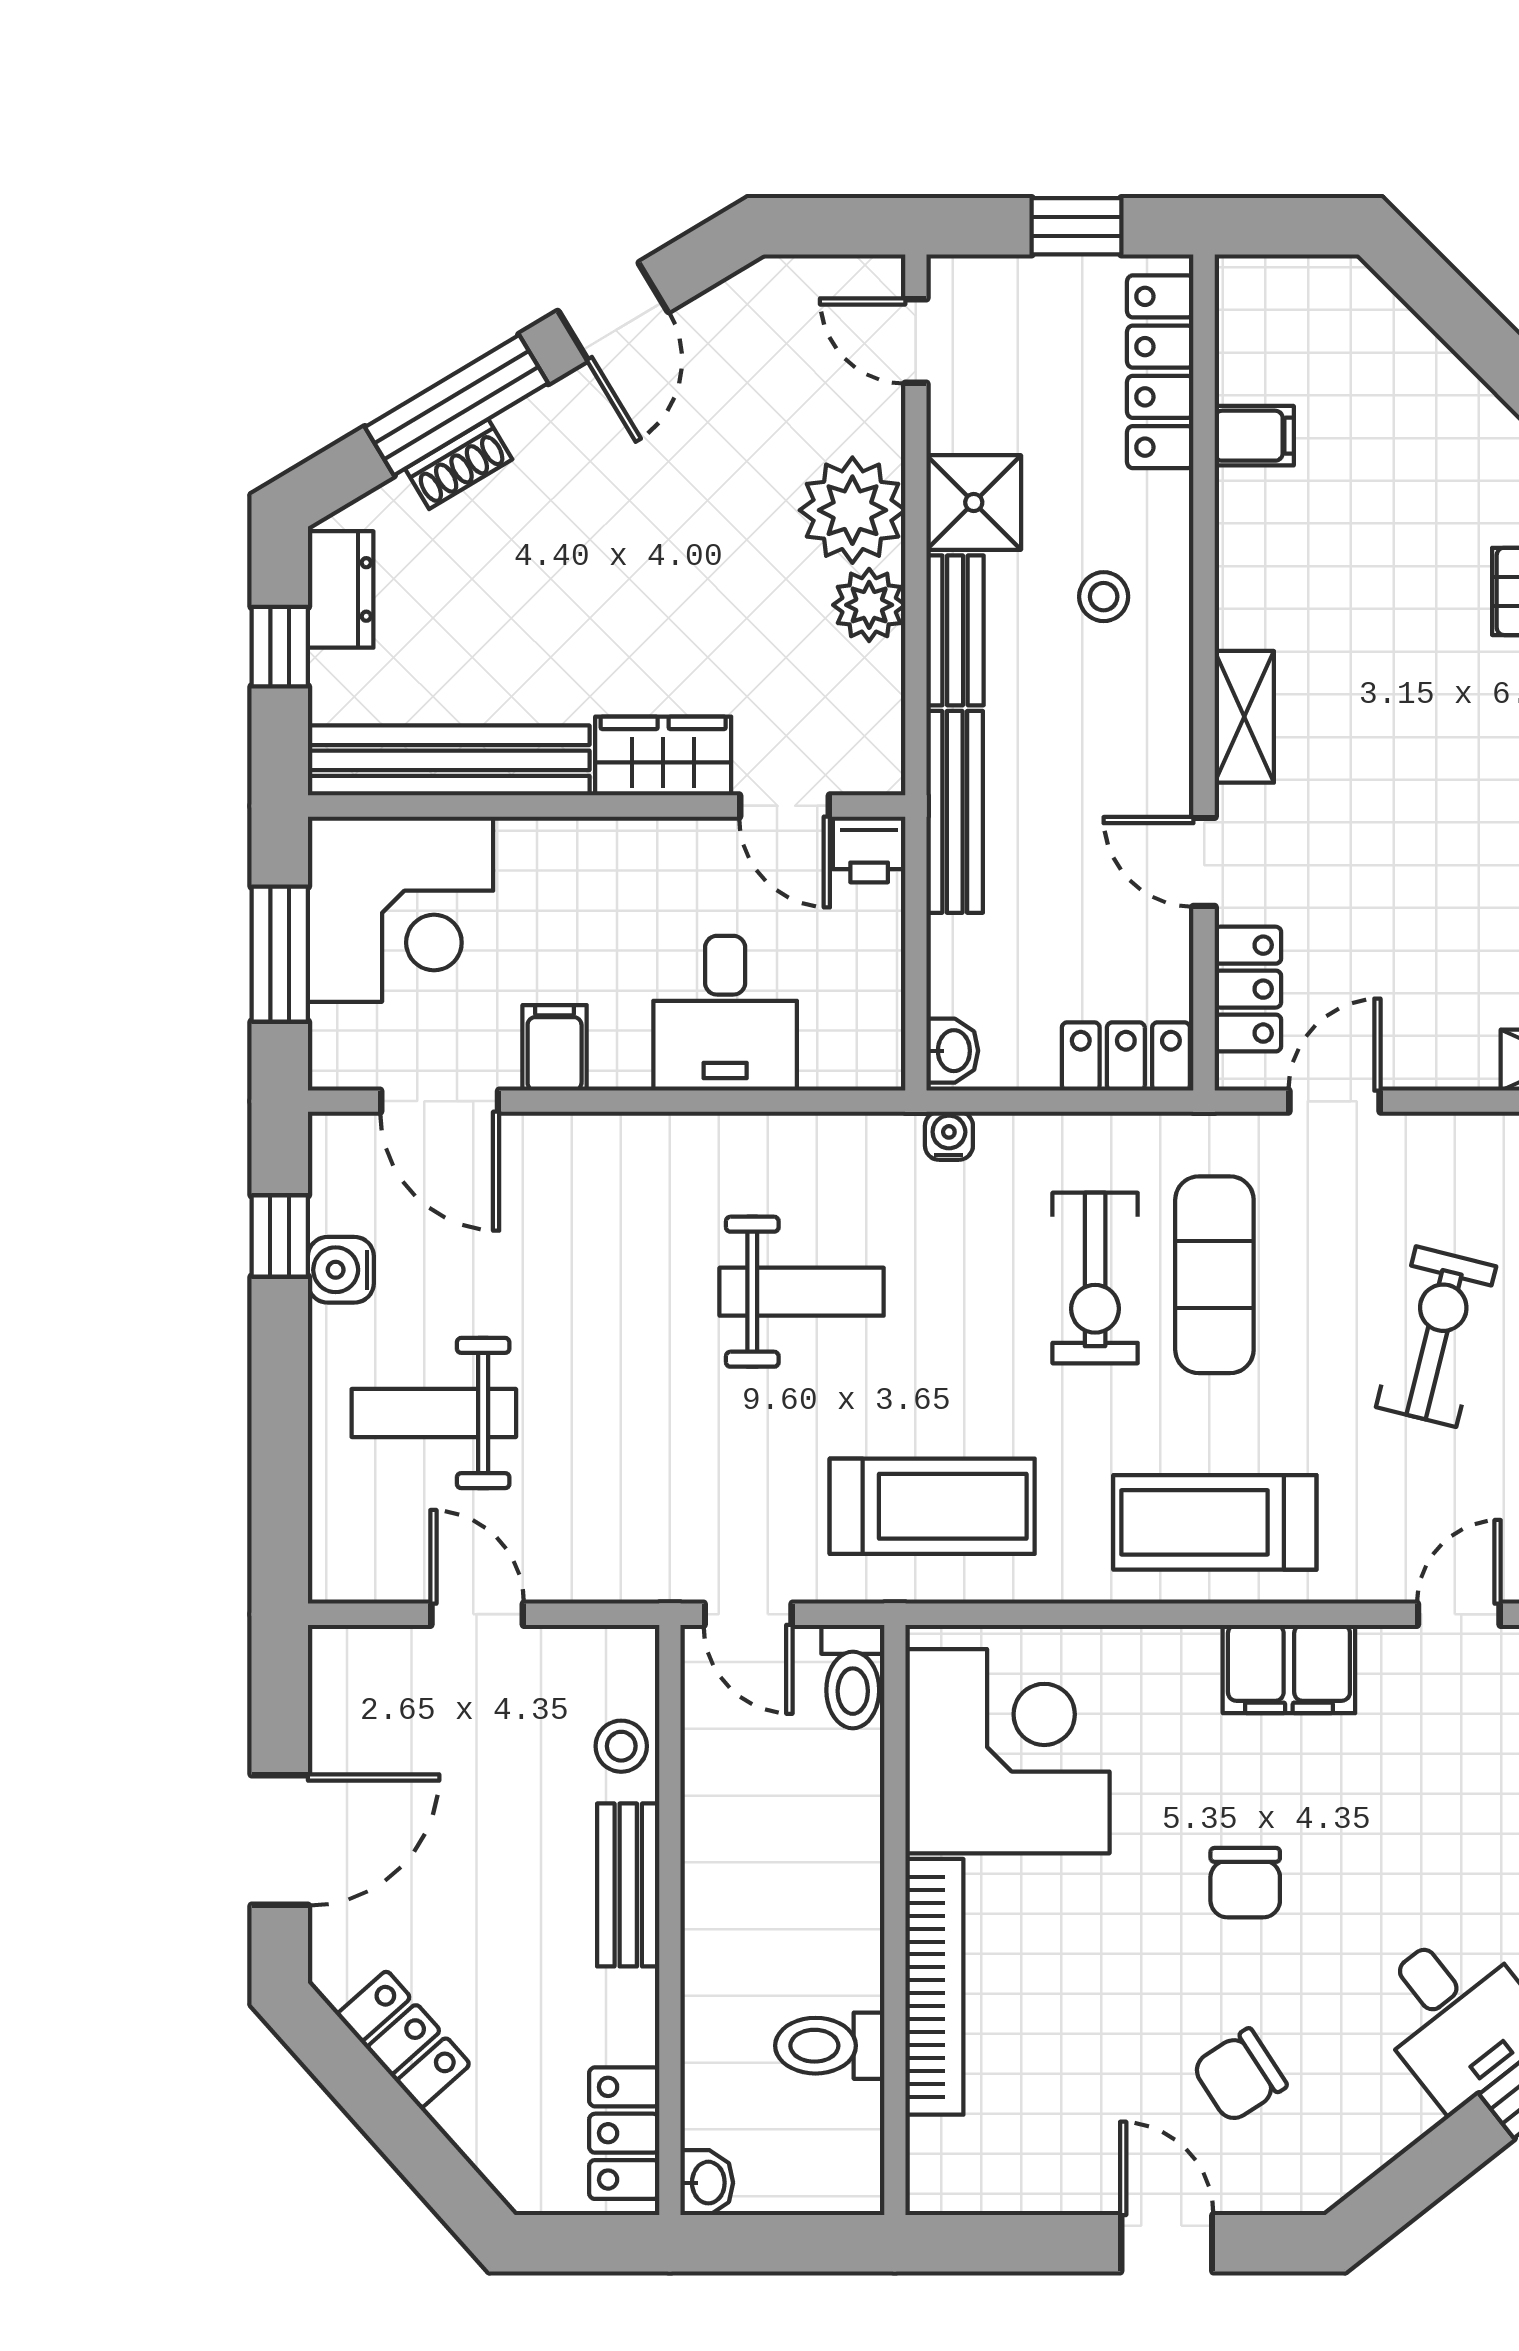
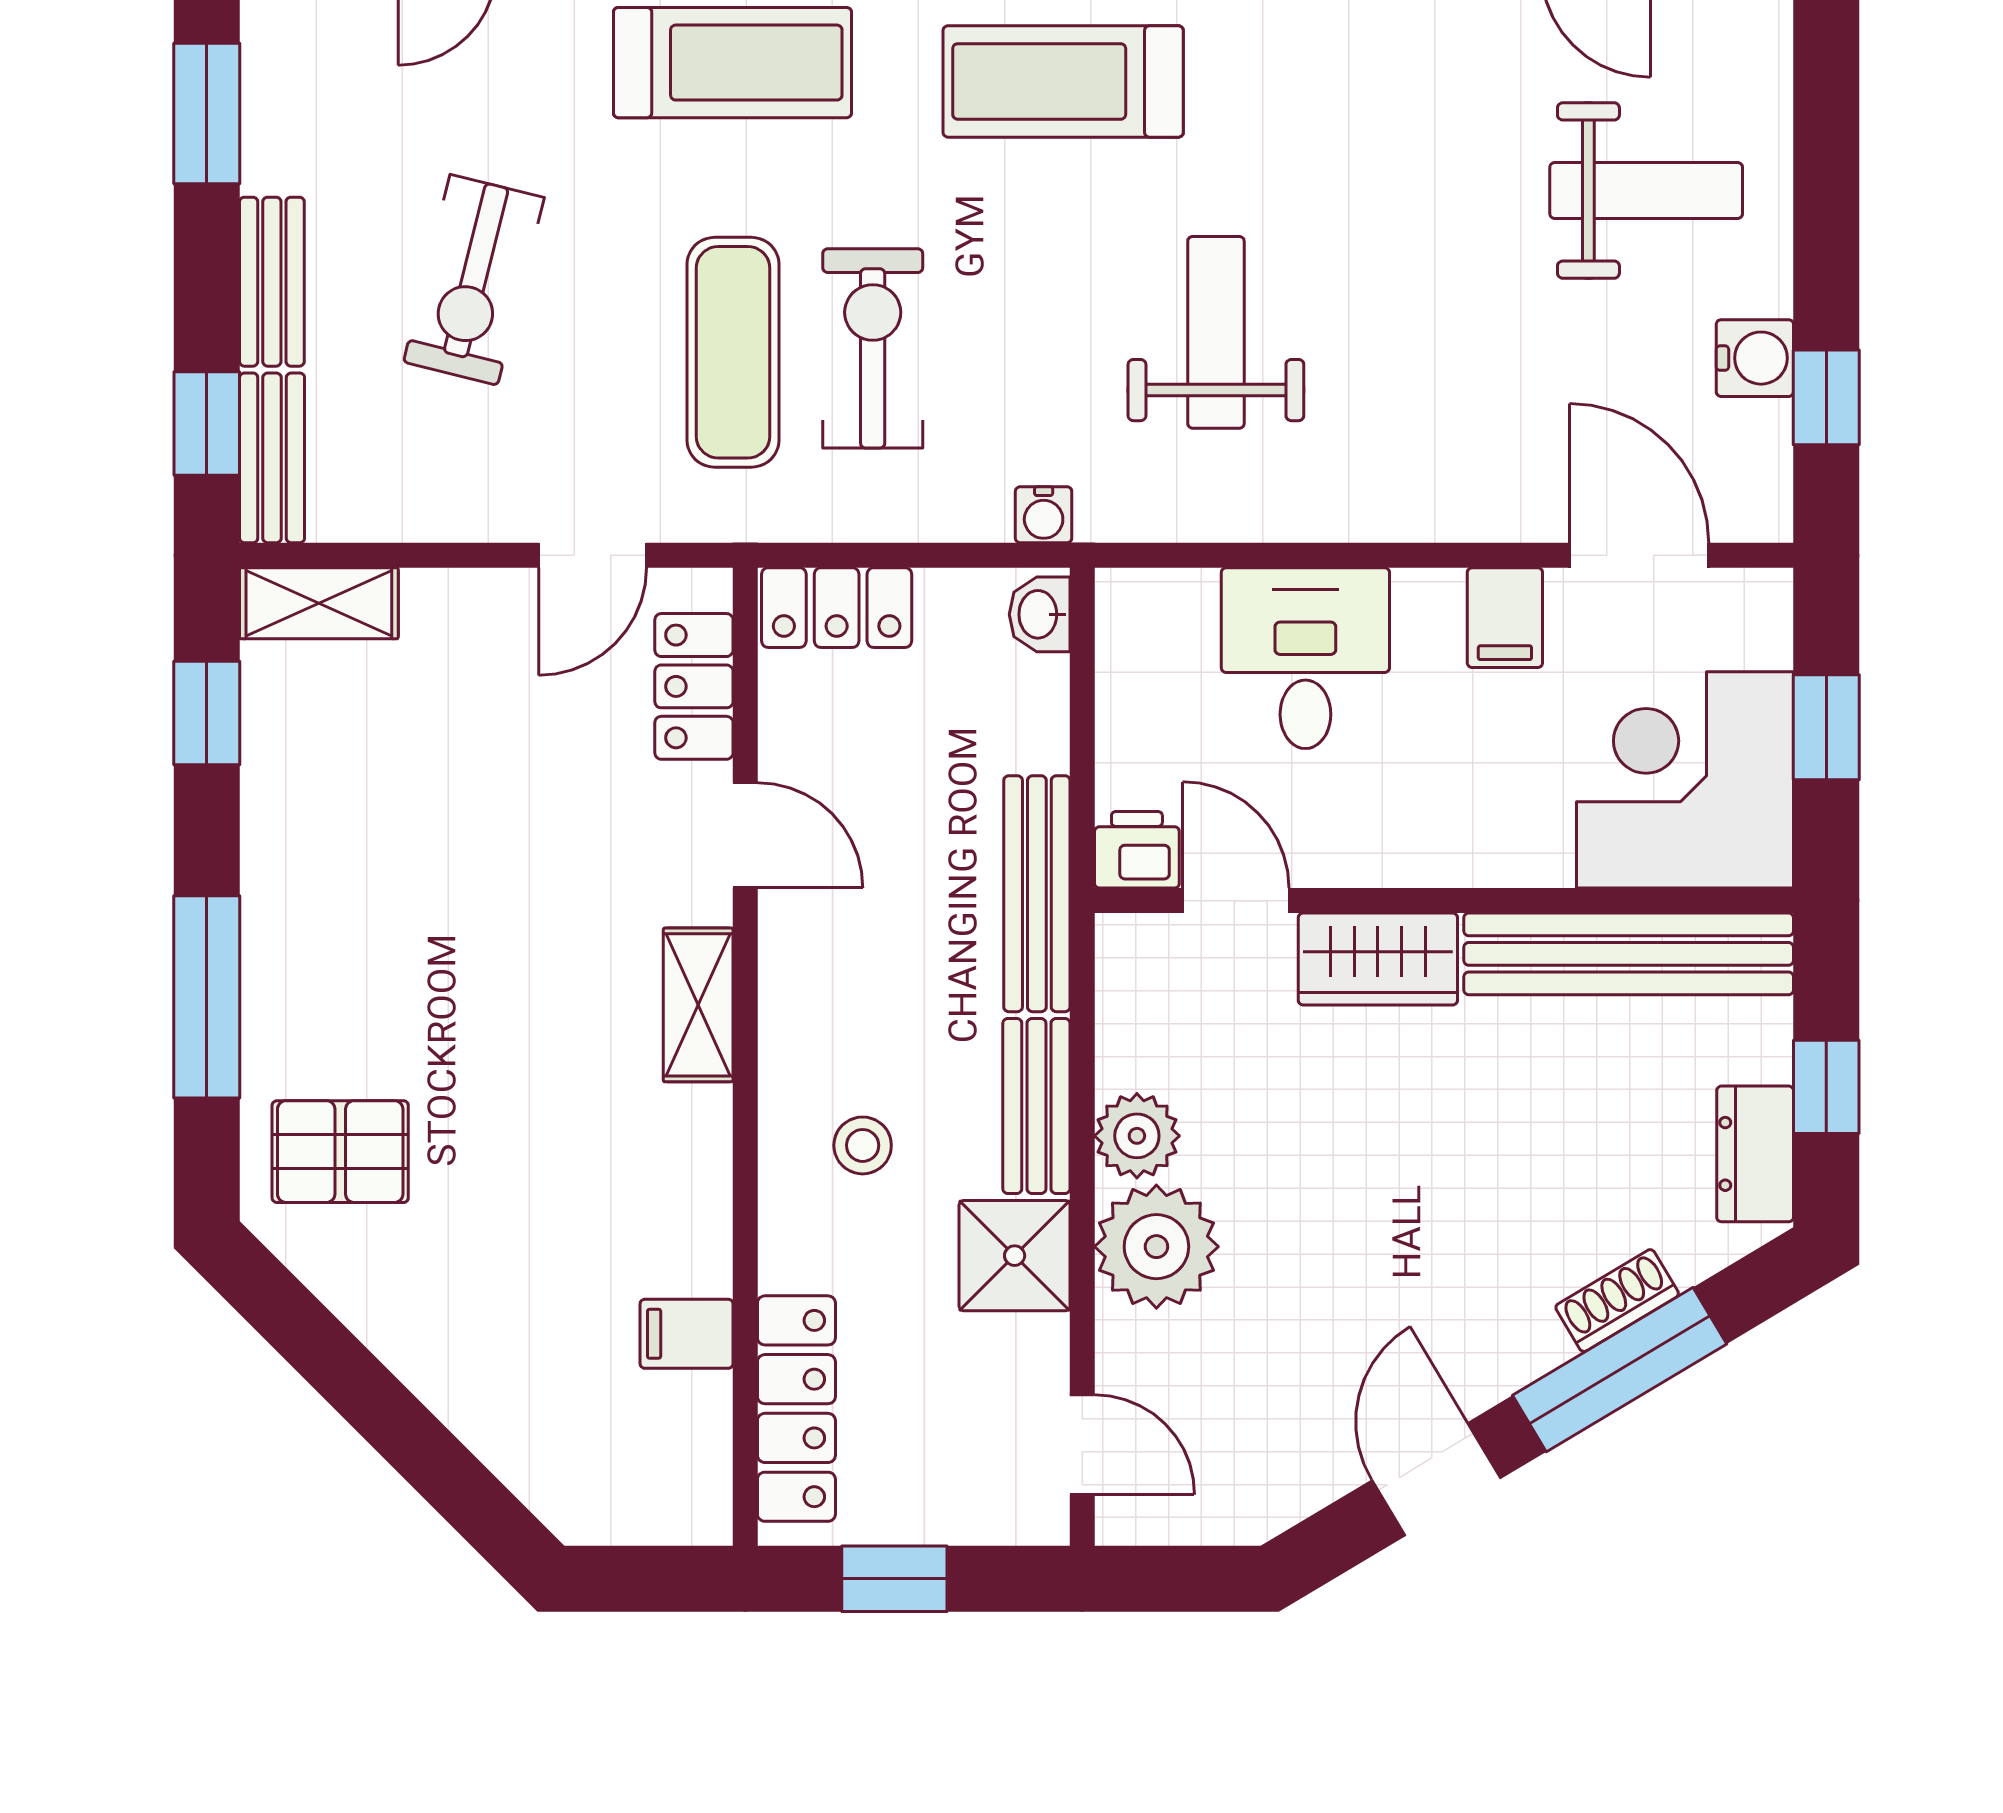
window: (280, 954) -> (1826, 727), width x0.67
weight bench: (802, 1292) -> (1216, 332), turned 90

